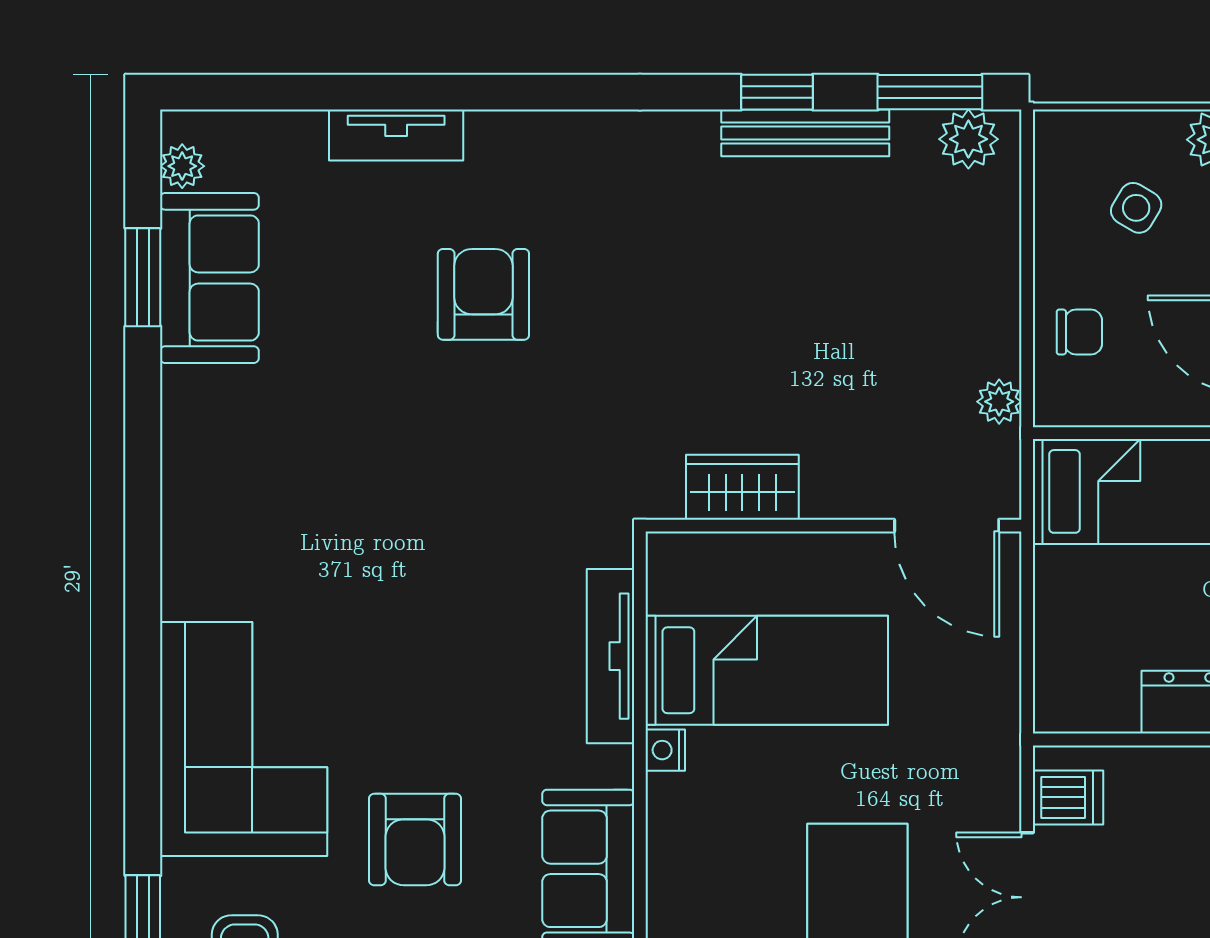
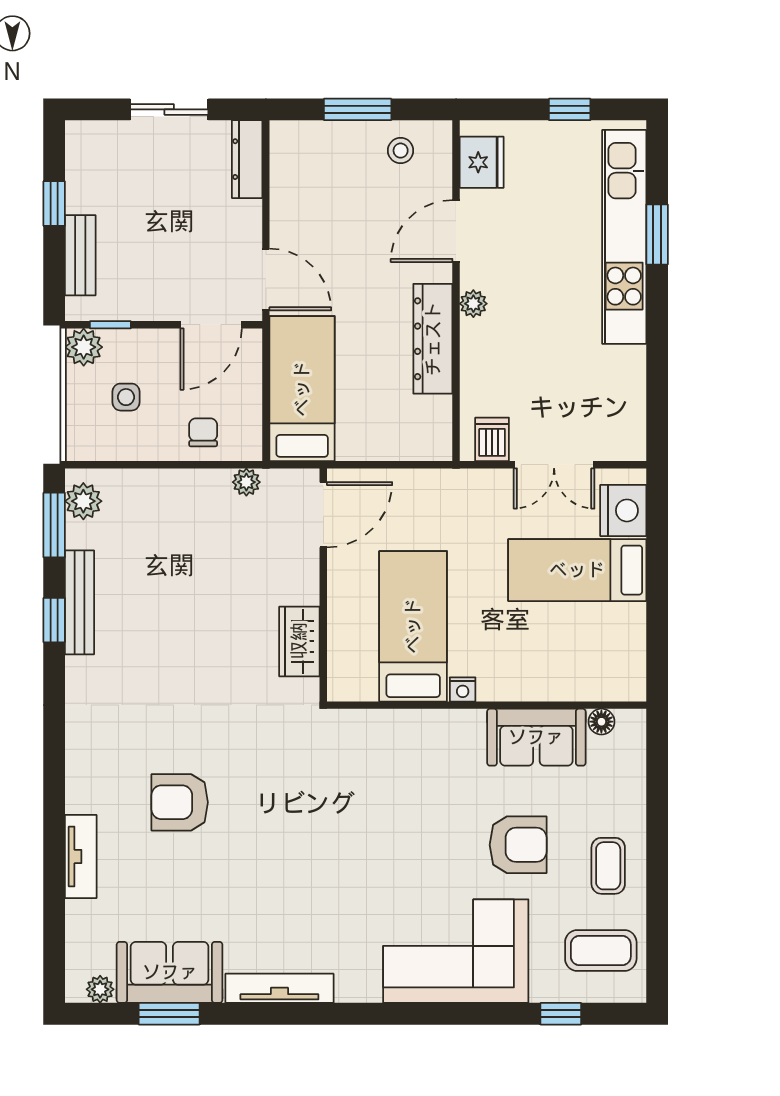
side table: (1136, 208) -> (126, 397), turned -31
tv unit: (611, 656) -> (279, 988), moved, turned 180

